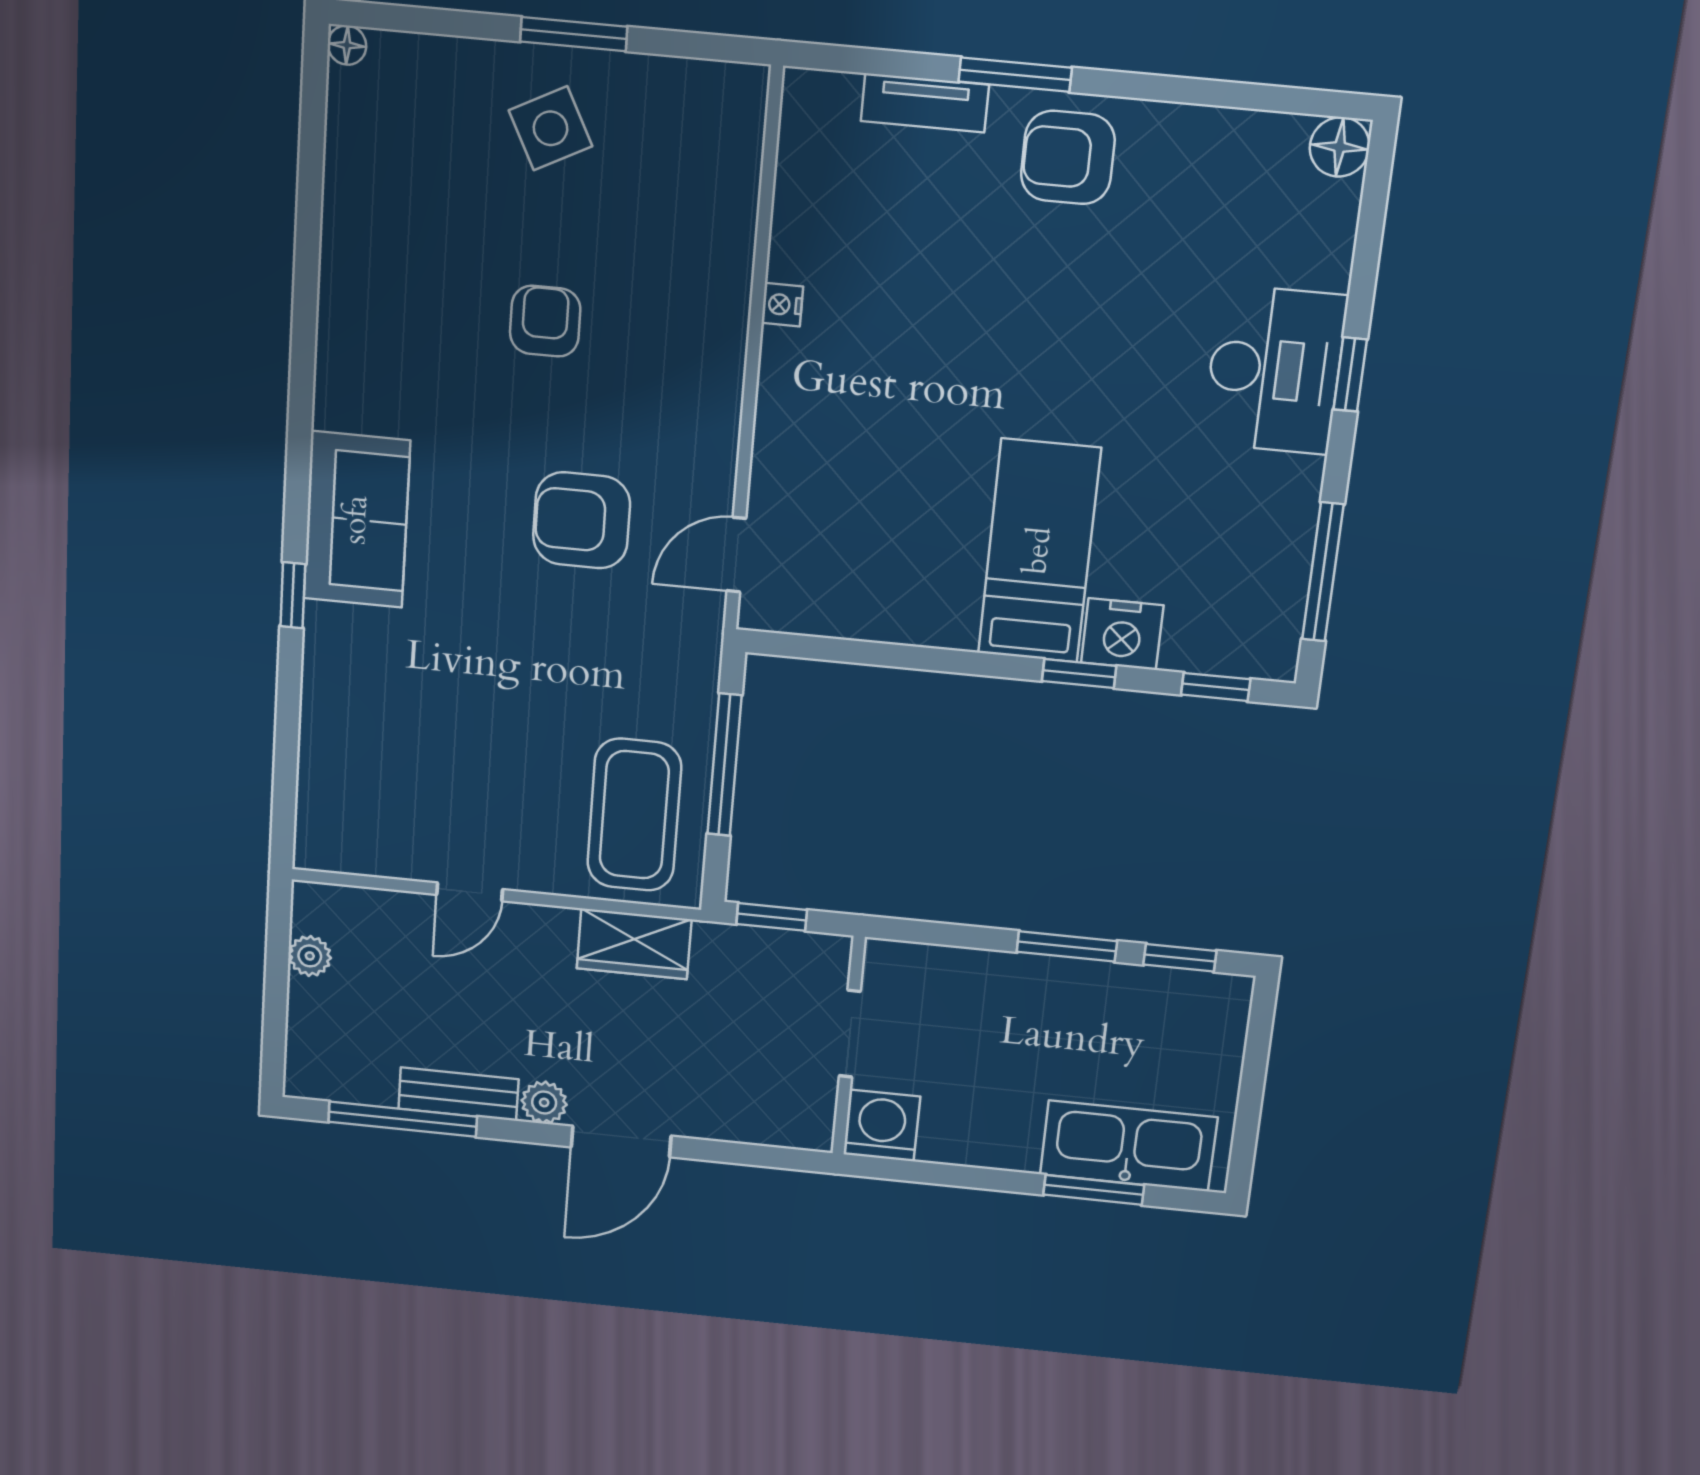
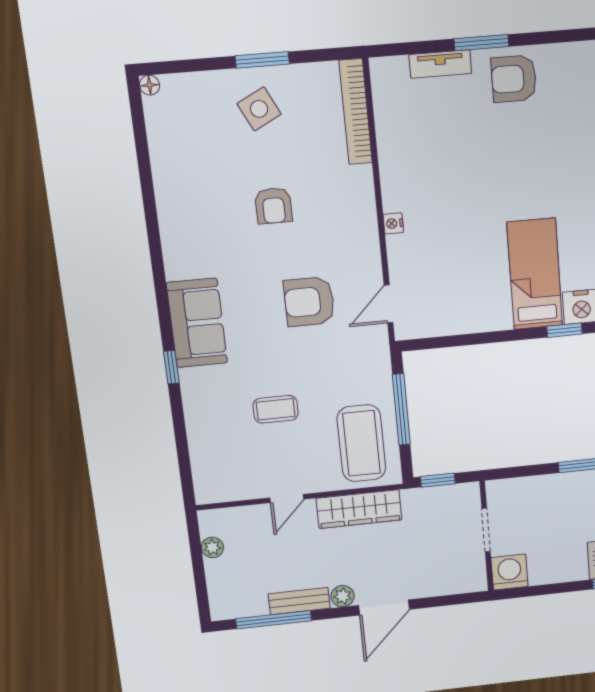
bookcase: (739, 167) -> (356, 112), added
nightstand: (782, 305) -> (393, 223), moved
armchair: (545, 321) -> (273, 206), turned 180
coffee table: (479, 716) -> (276, 409), added
wardrobe: (634, 944) -> (359, 509), width x1.50

